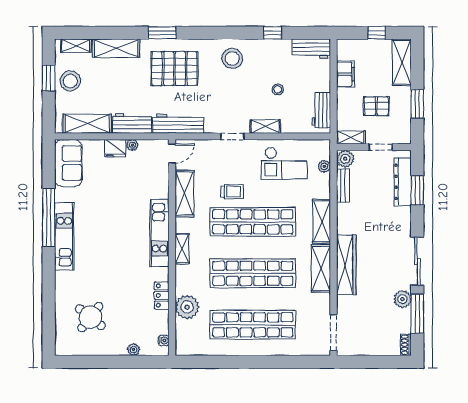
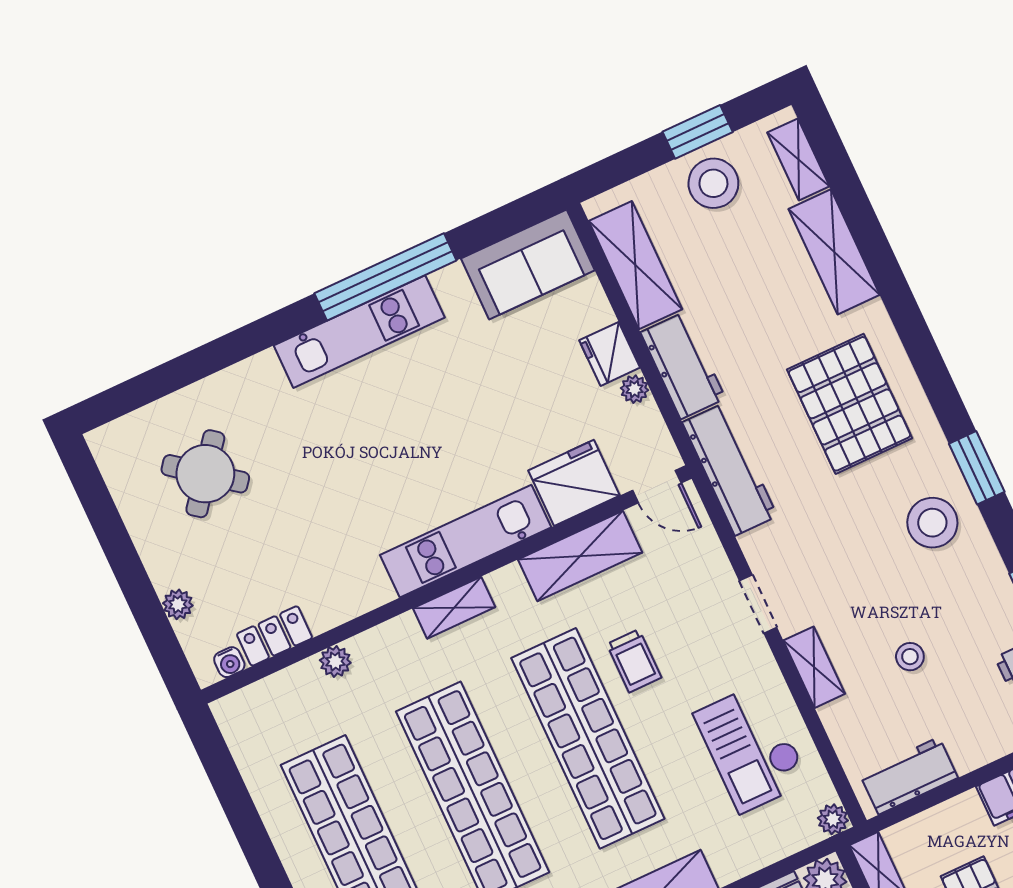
window: (162, 33) -> (977, 468), moved
plant: (324, 166) -> (833, 819), moved
fridge: (157, 183) -> (574, 483), added
locker: (162, 295) -> (274, 636), moved
plant: (187, 307) -> (335, 661), width x0.53, depth x0.53

